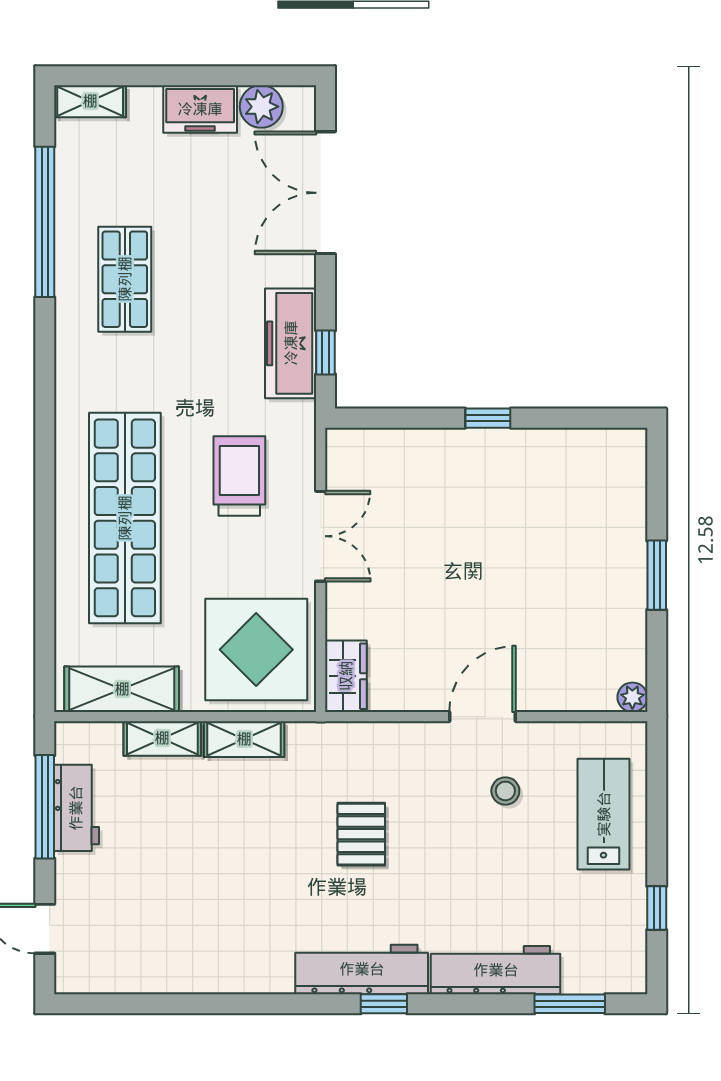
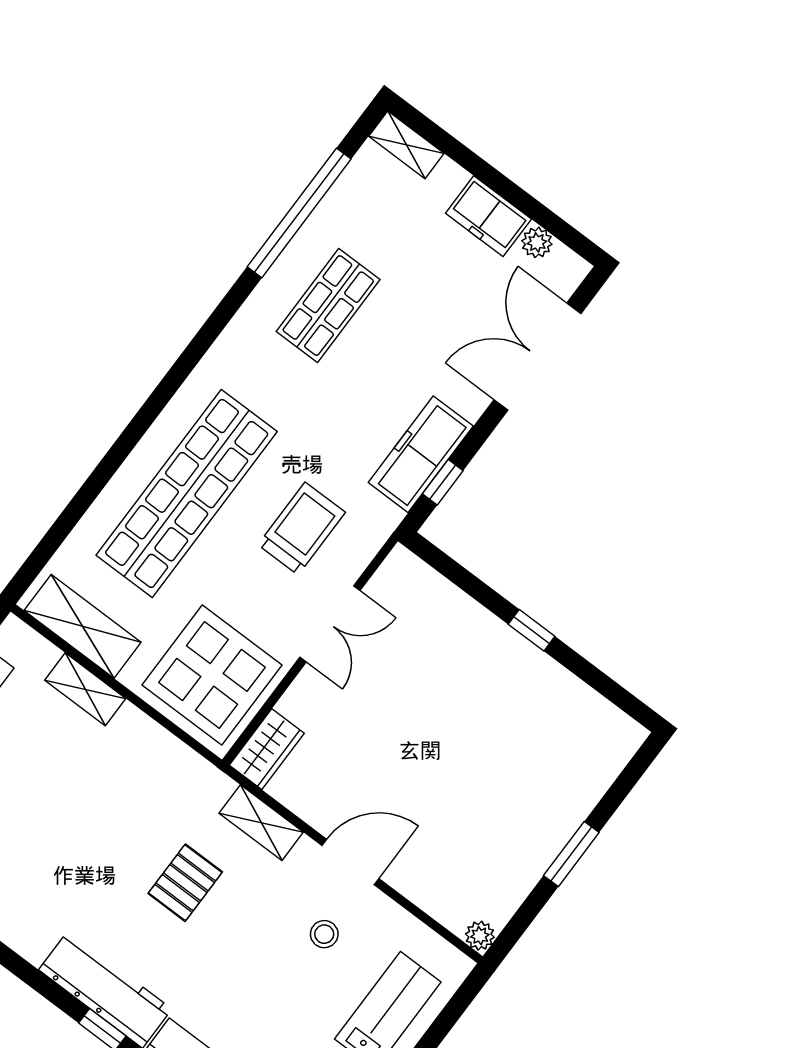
plant: (261, 107) -> (537, 242), width x0.73, depth x0.73
shelving: (244, 739) -> (261, 823), moved

